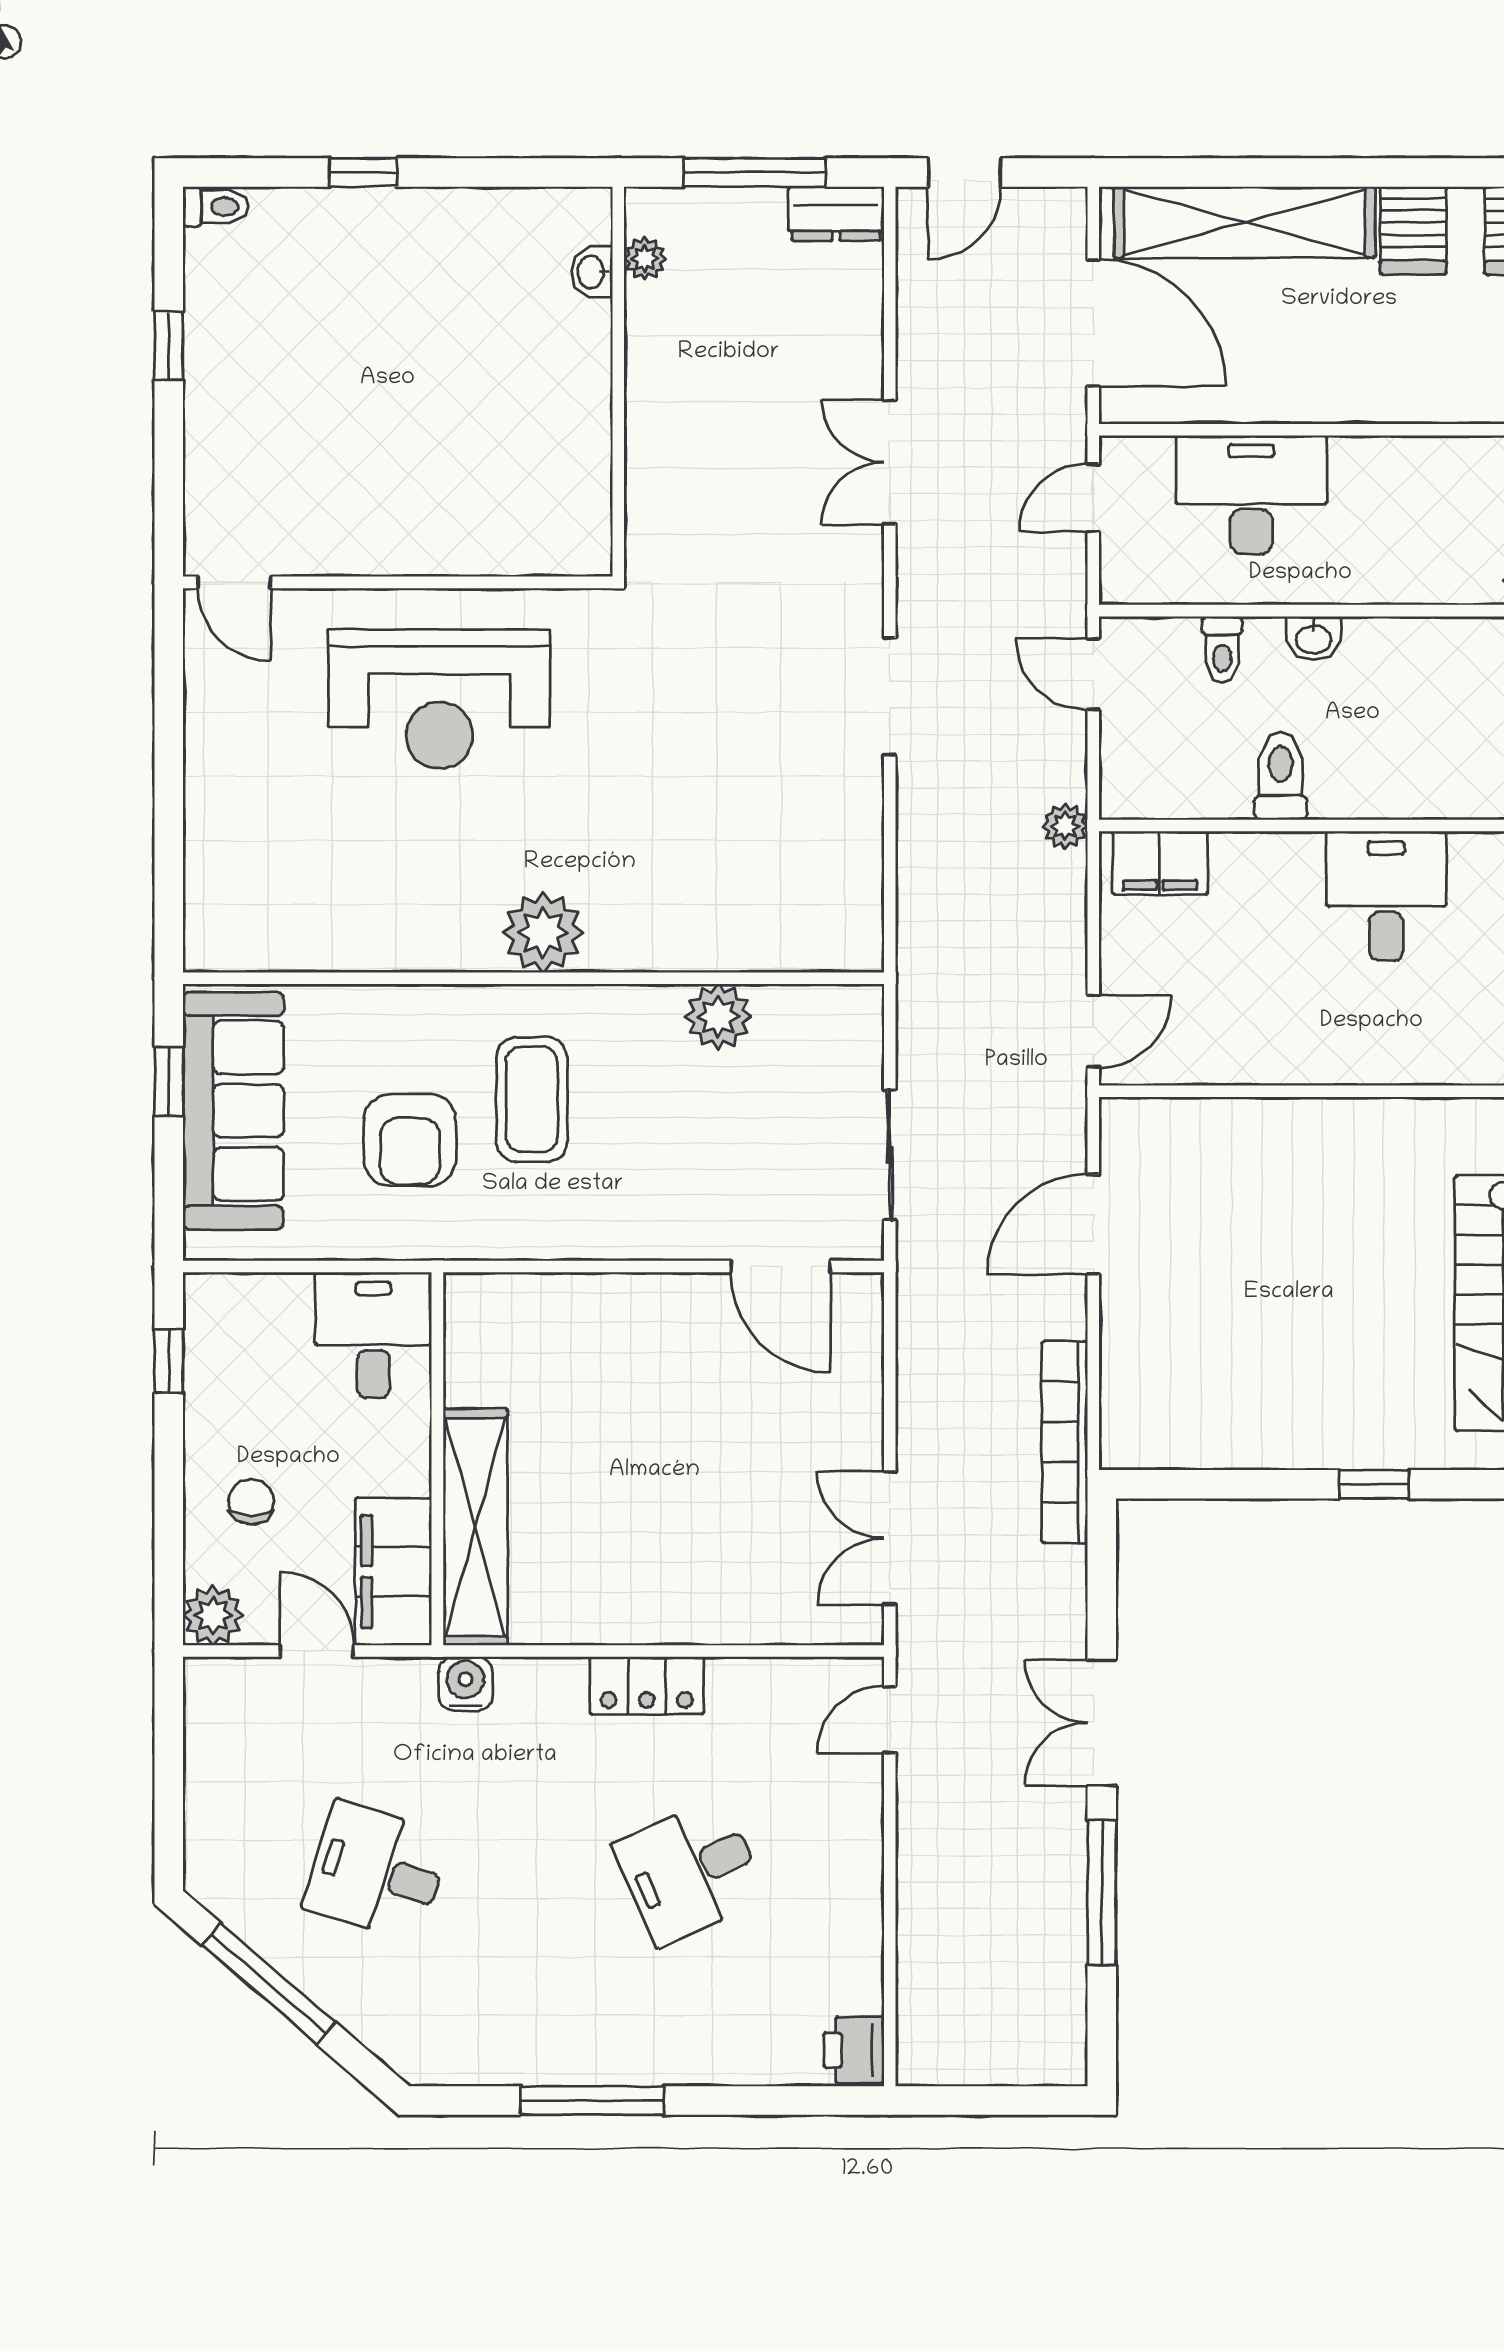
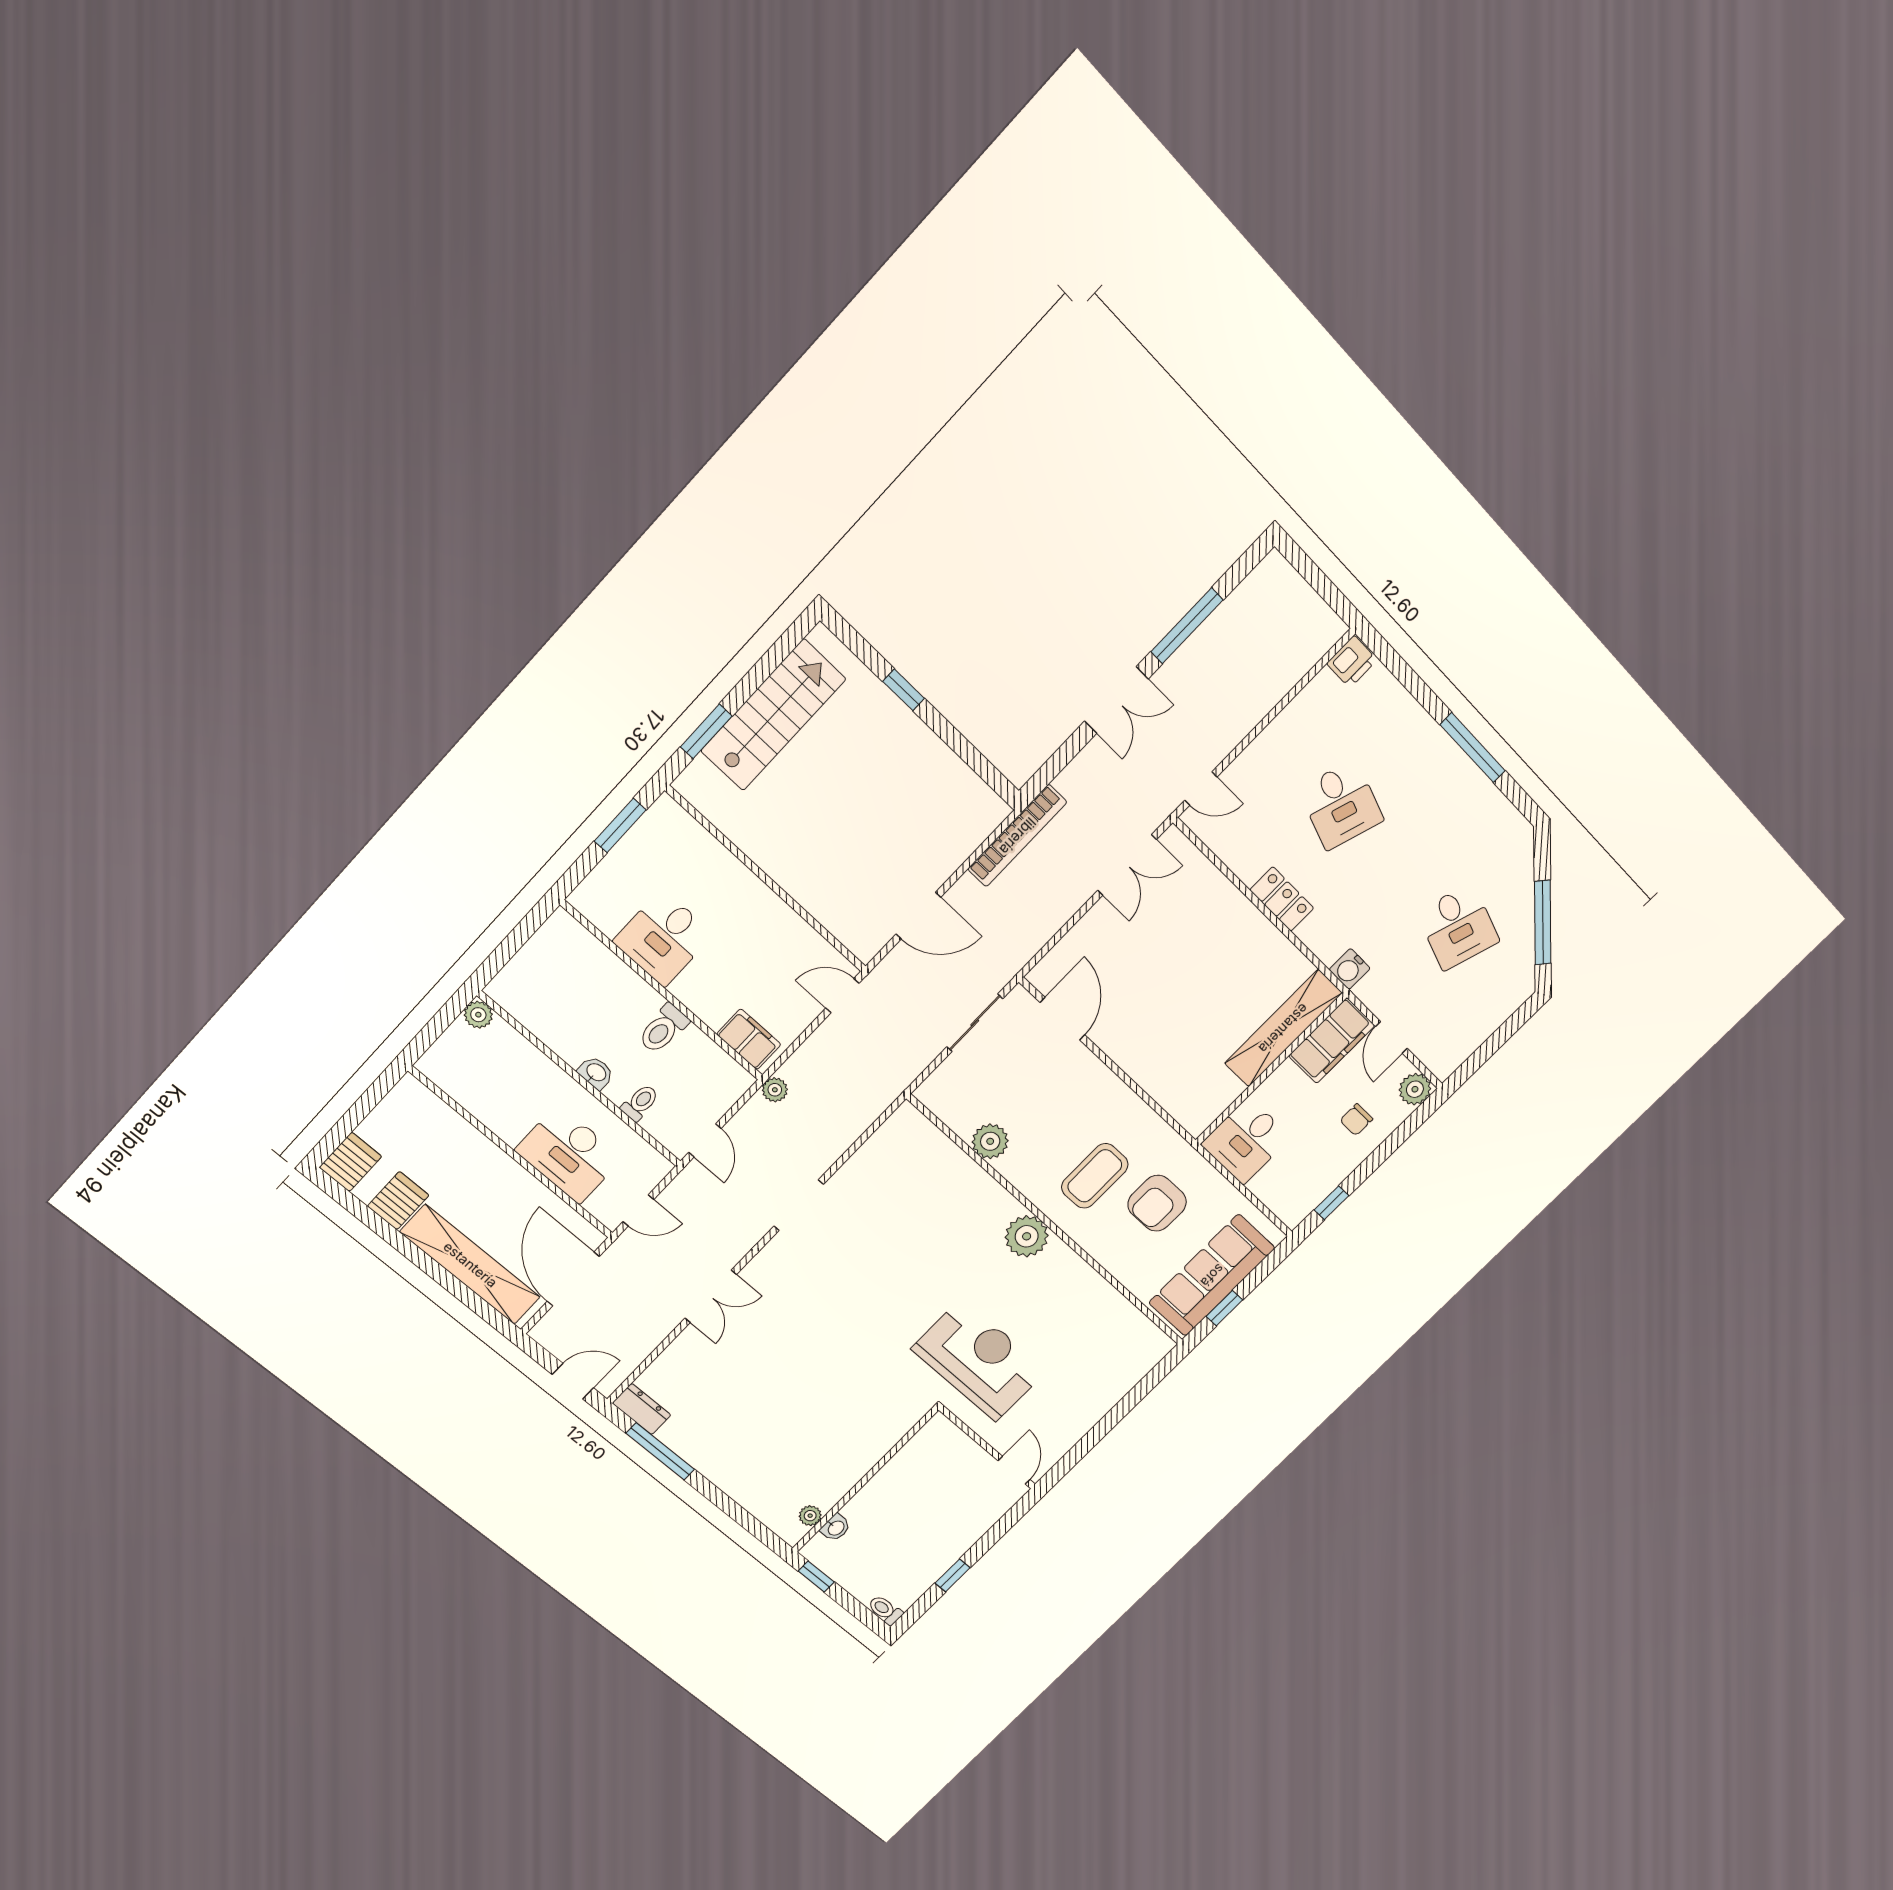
plant: (645, 259) -> (810, 1516), moved
washbasin: (592, 272) -> (836, 1528), moved
wall: (618, 382) -> (865, 1480), moved
armchair: (410, 1140) -> (1157, 1203), turned 180
desk: (690, 1872) -> (1341, 805), turned 42

